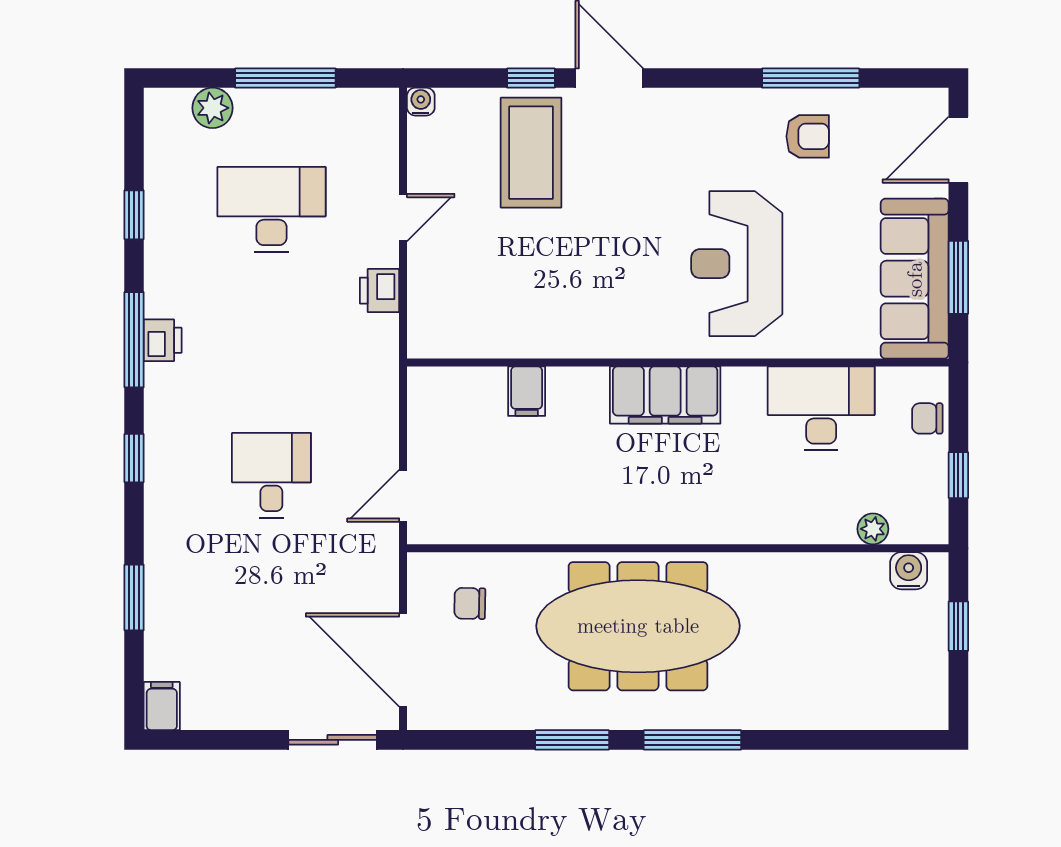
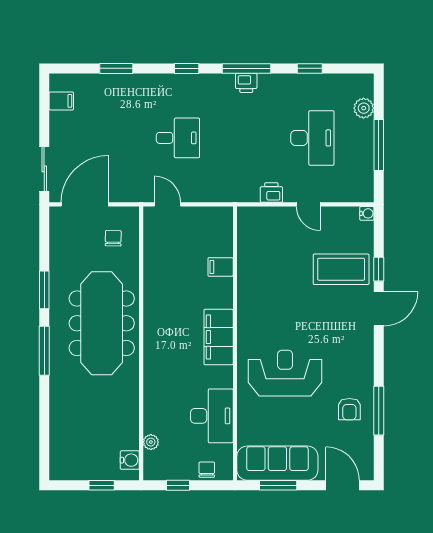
filing cabinet: (162, 706) -> (61, 101), moved

